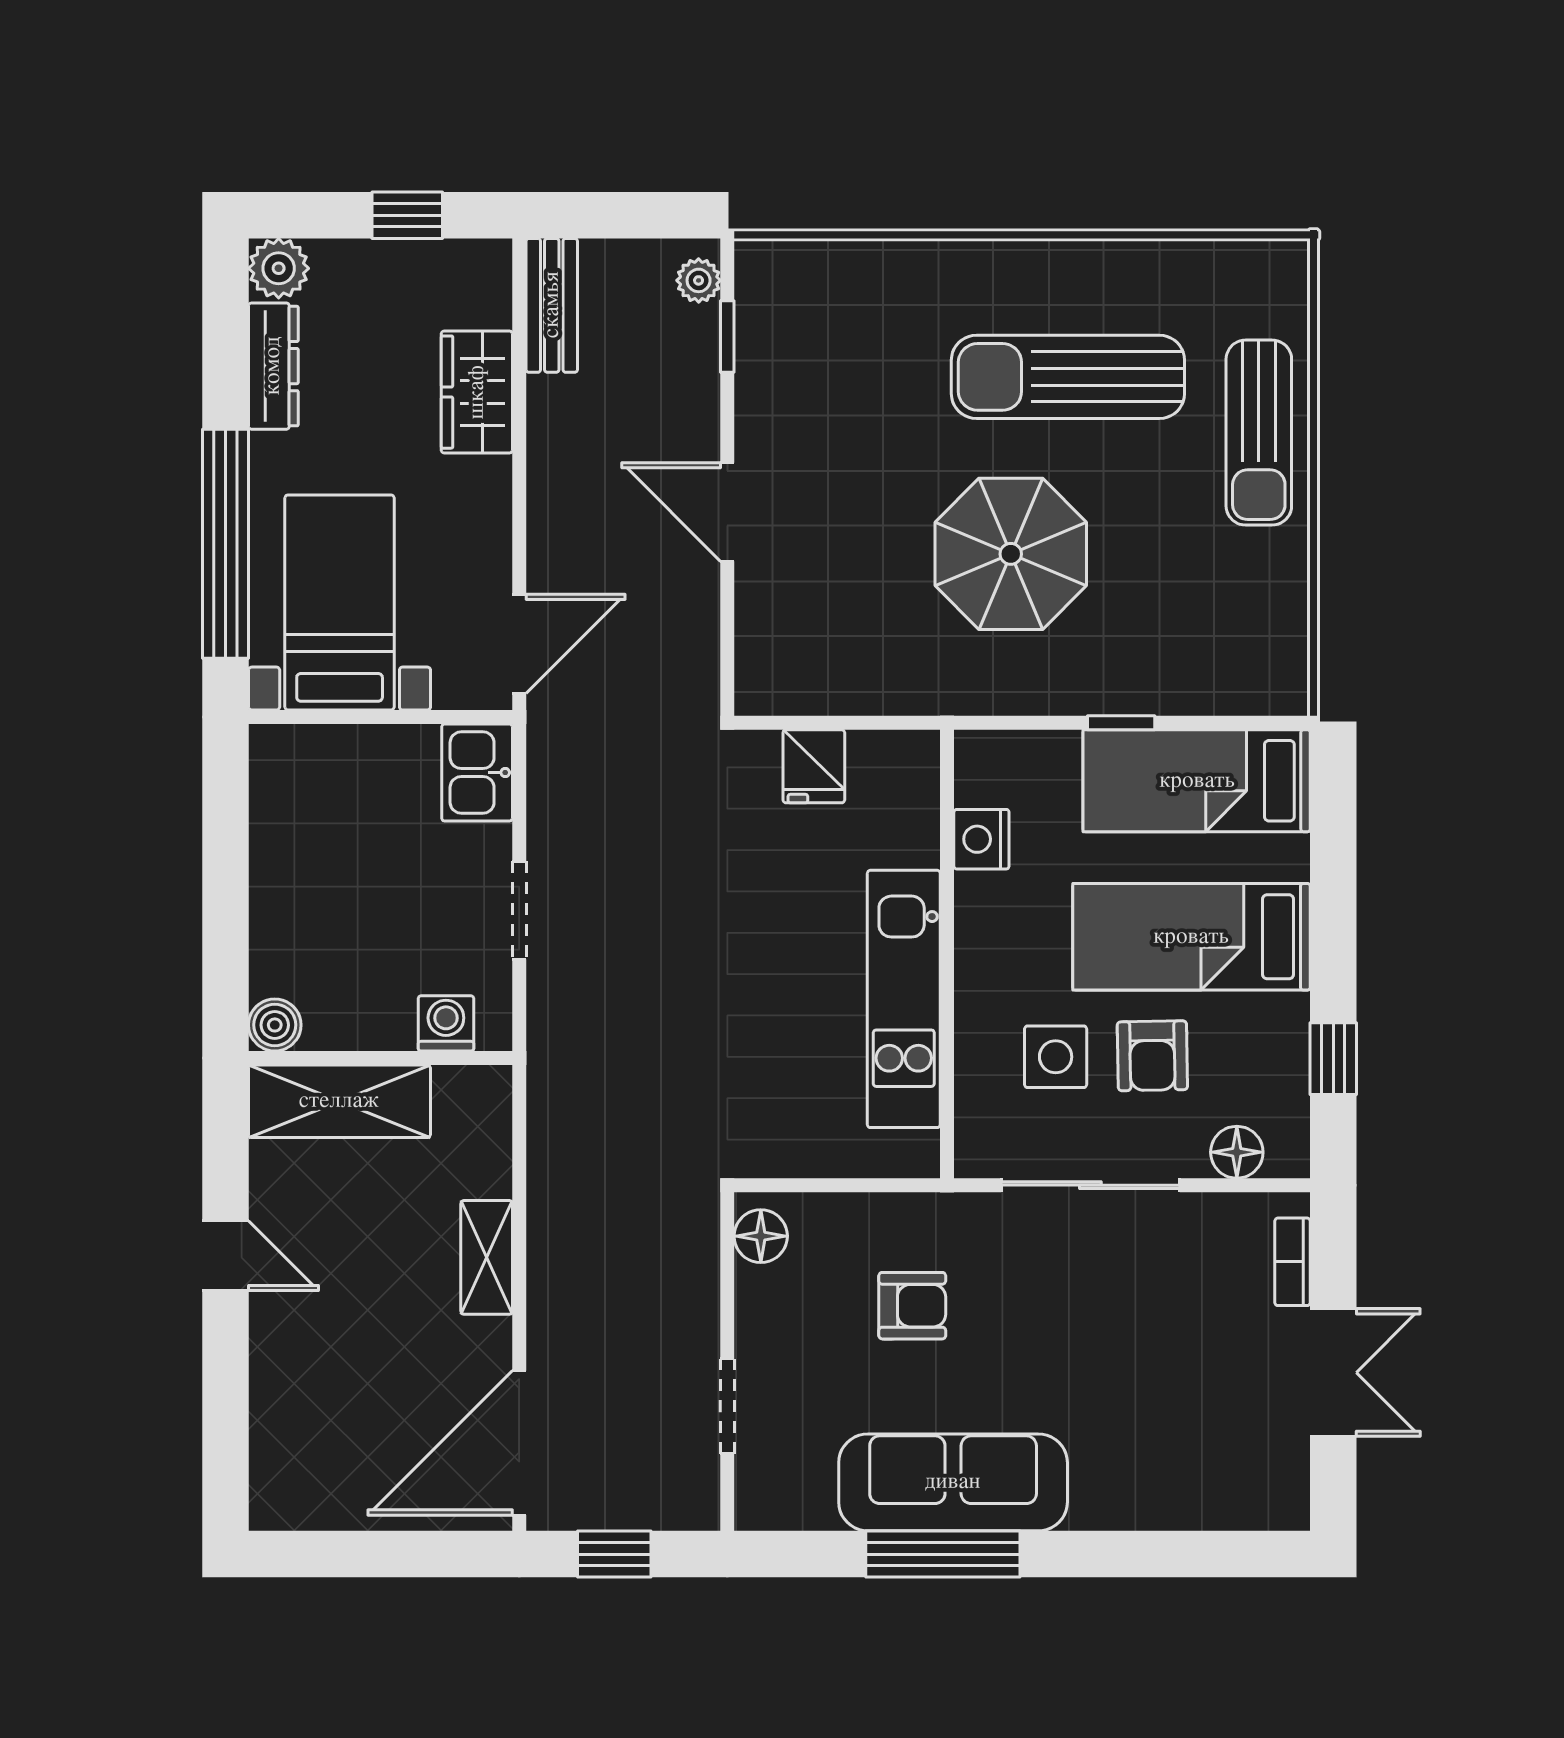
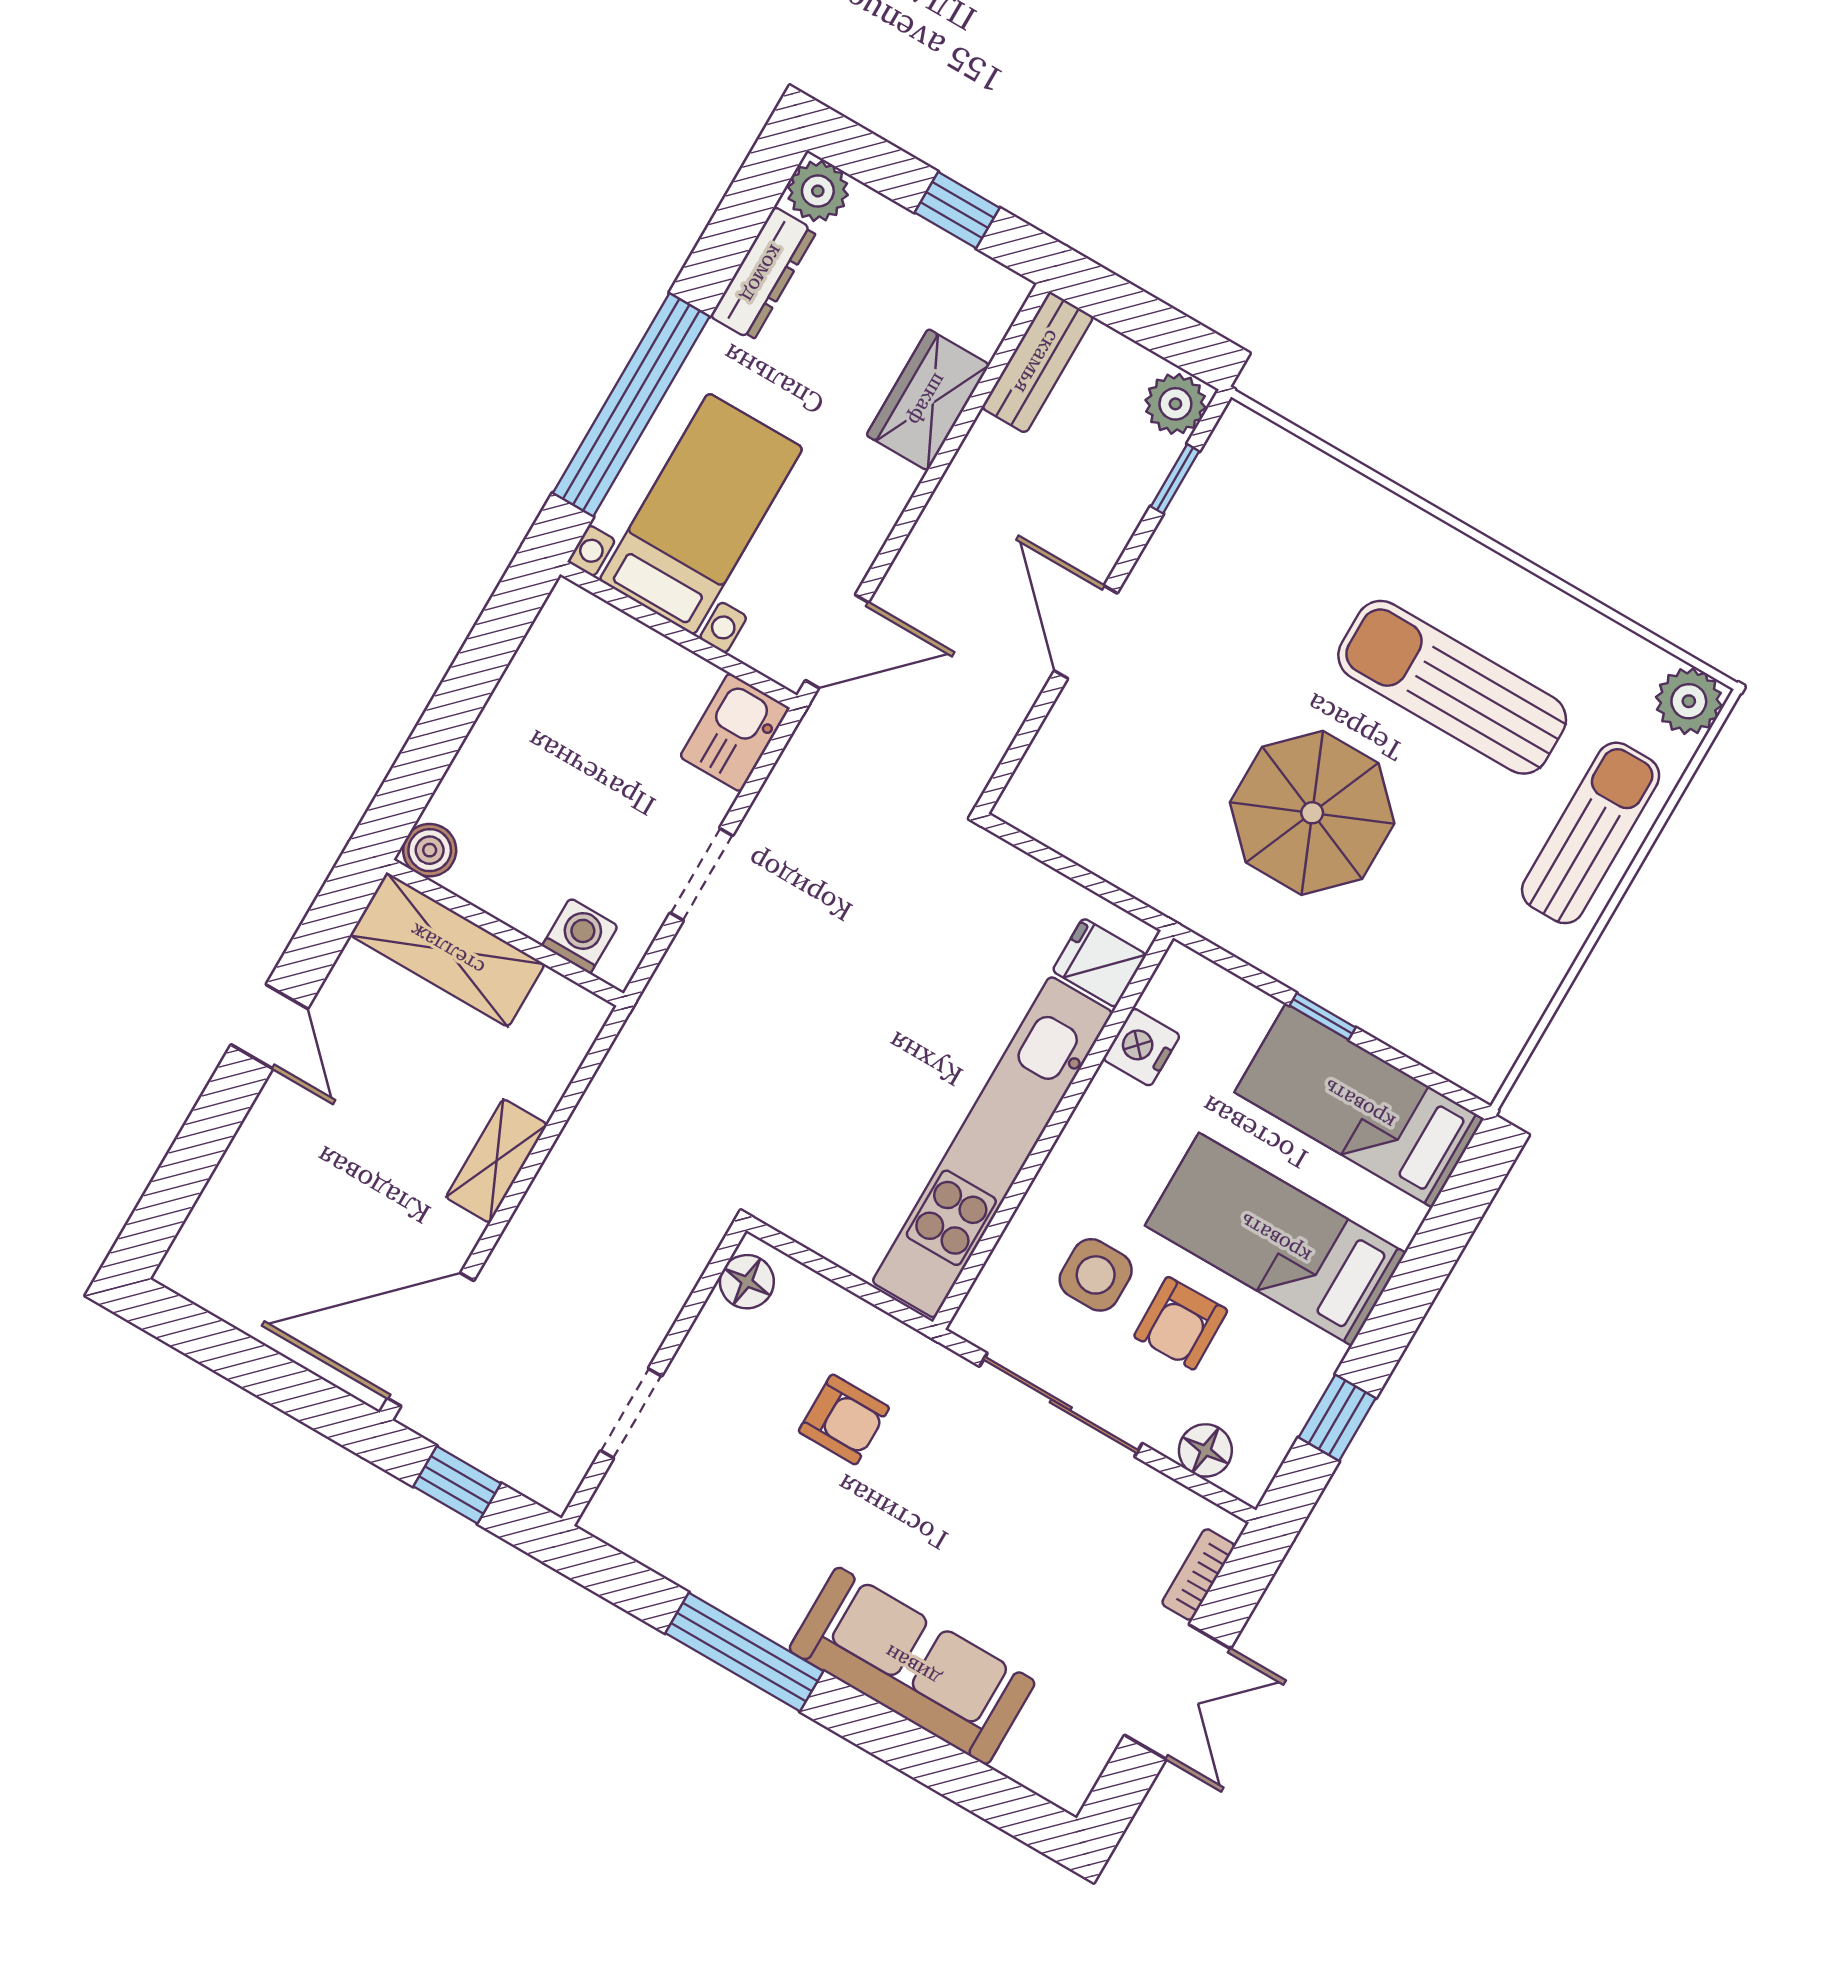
plant: (1277, 271) -> (1689, 701), added
plant: (699, 280) -> (1175, 404), width x1.38, depth x1.38
sun lounger: (1259, 433) -> (1591, 833), turned 180
fridge: (814, 766) -> (1099, 963), moved, turned 90
kitchen unit: (904, 999) -> (992, 1147), width x1.36
sofa: (953, 1482) -> (912, 1666), moved

